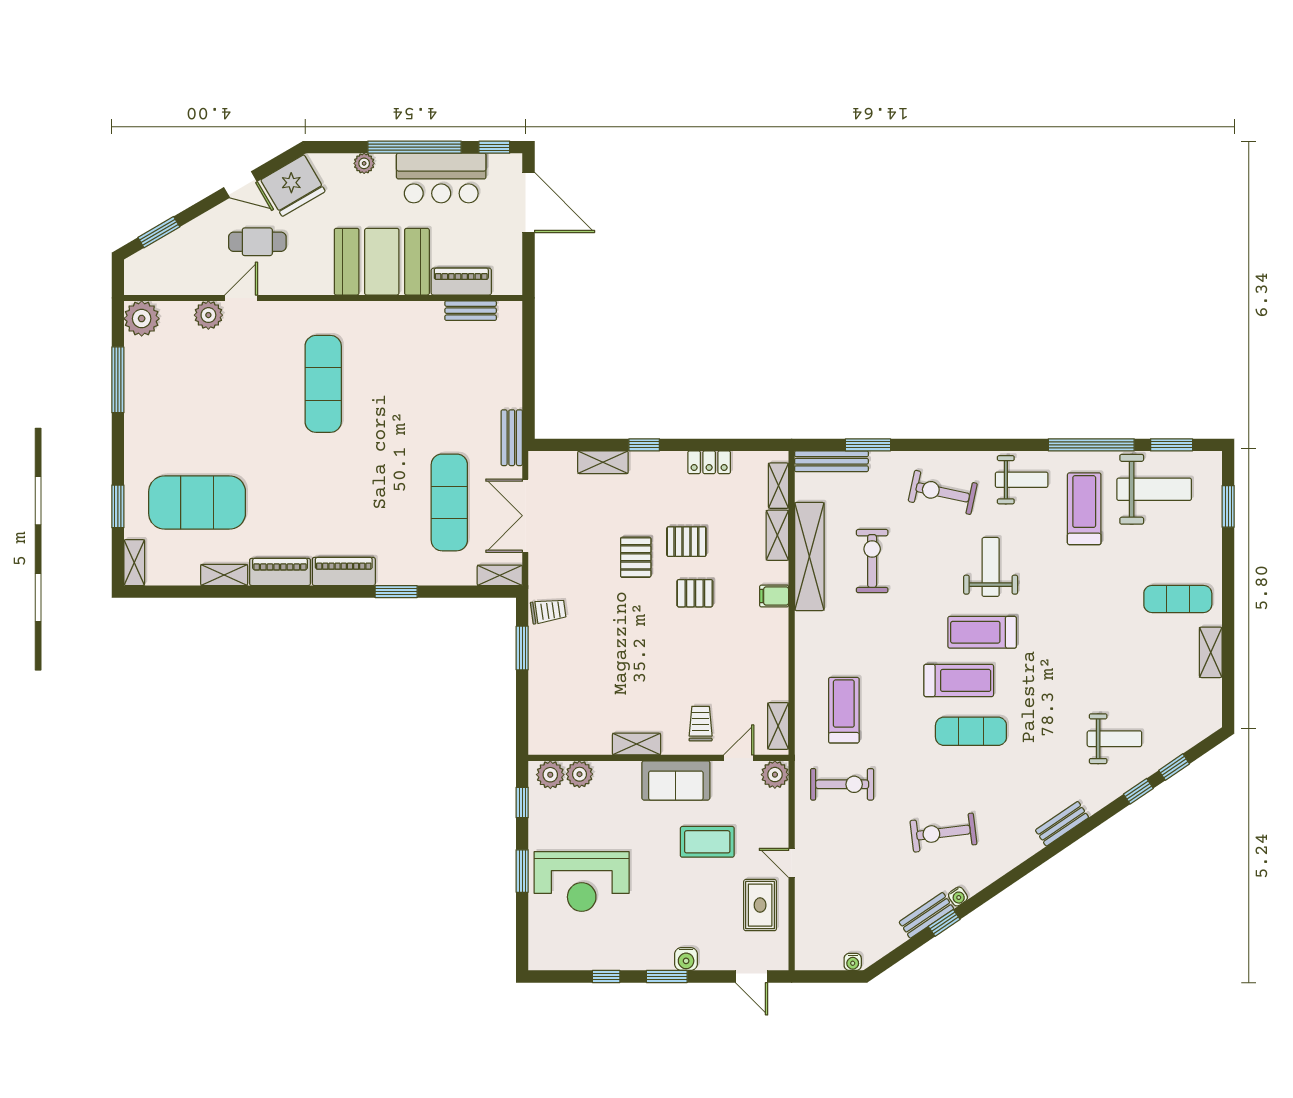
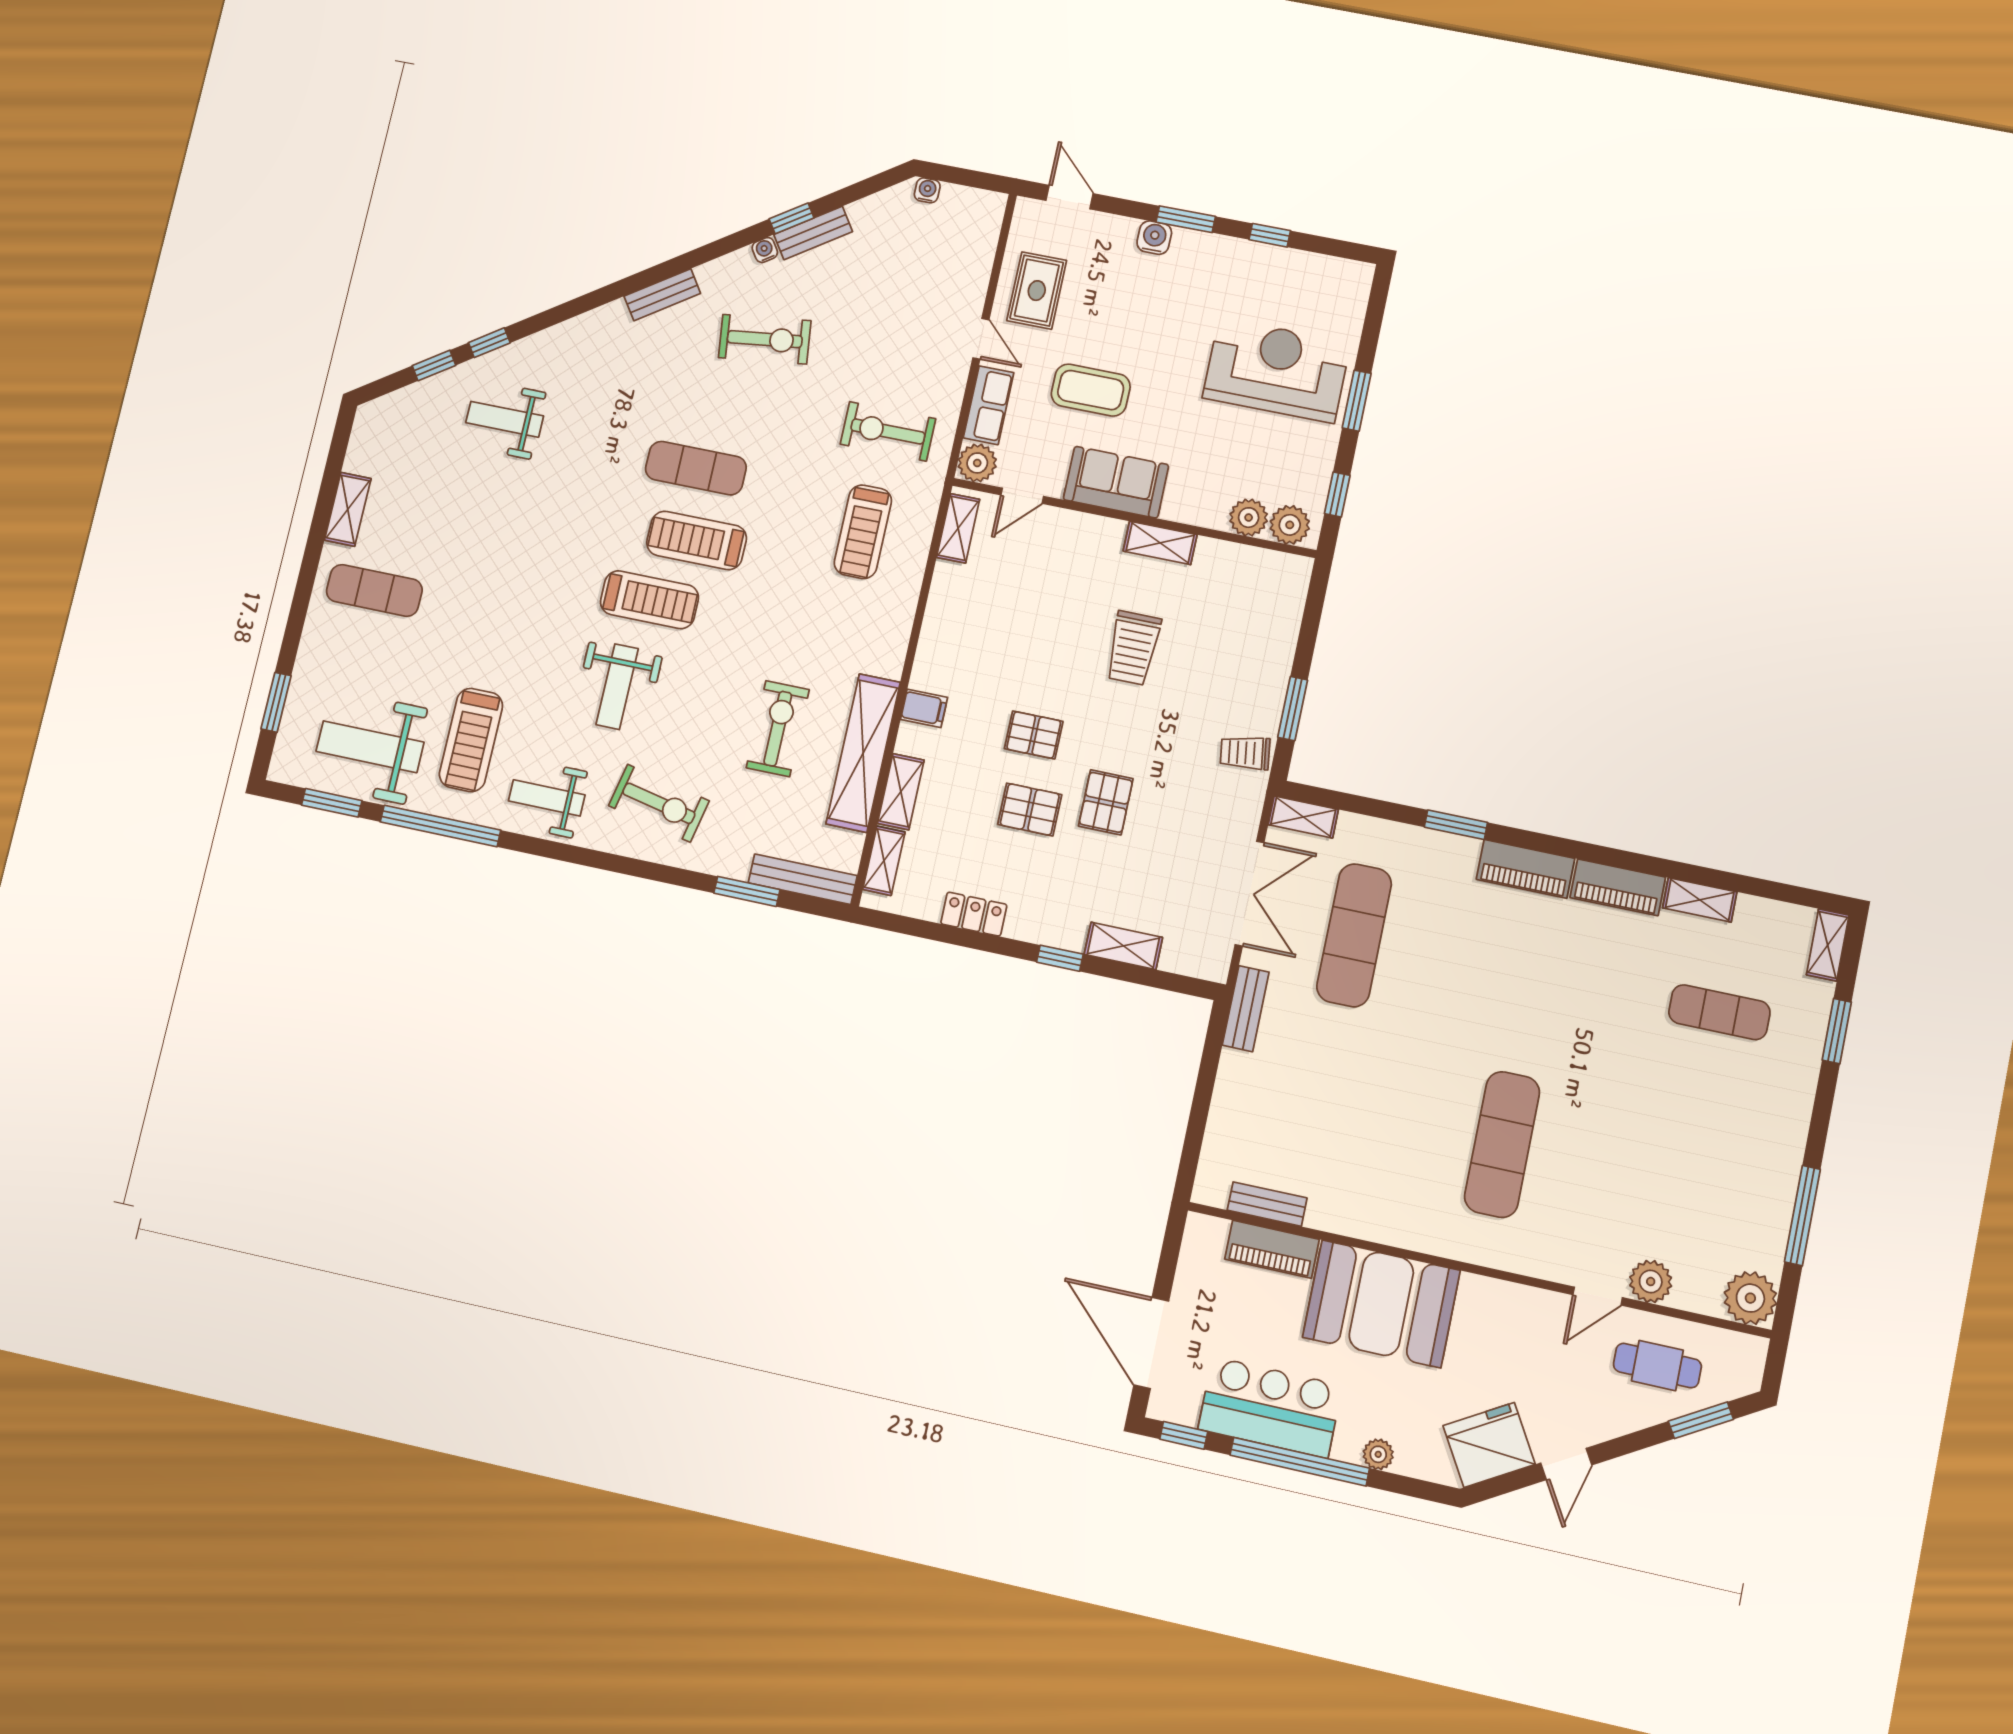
door: (240, 185) -> (1566, 1464), swing flipped
cafe table: (257, 242) -> (1657, 1366), moved
exercise mat: (197, 502) -> (1719, 1012), width x0.50, depth x0.69
exercise bike: (872, 561) -> (778, 729), turned 180
trolley: (701, 724) -> (1133, 648), moved, width x1.36, depth x1.39
row of seats: (776, 817) -> (989, 405), added
bench: (1062, 824) -> (662, 295), moved

